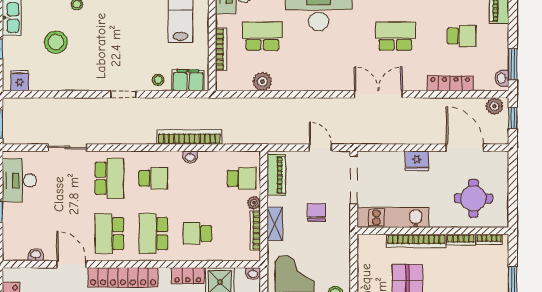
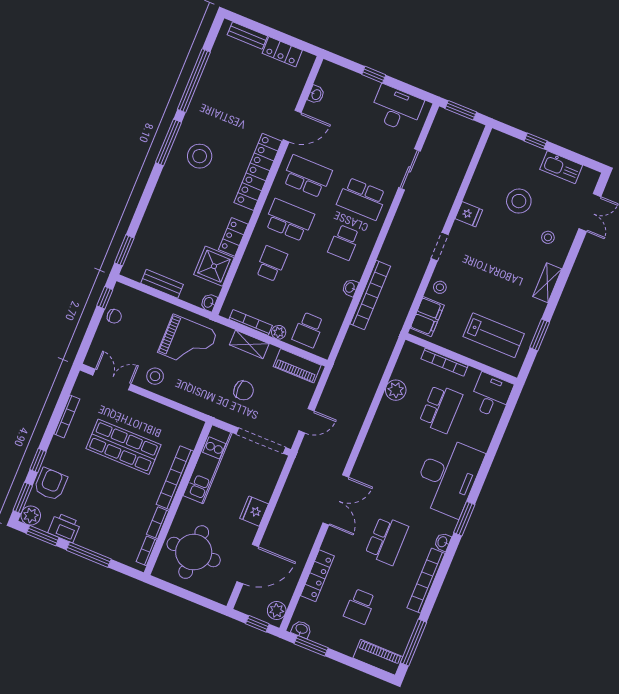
fridge: (20, 81) -> (469, 214), moved
round table: (473, 198) -> (194, 552), width x1.36, depth x1.36

